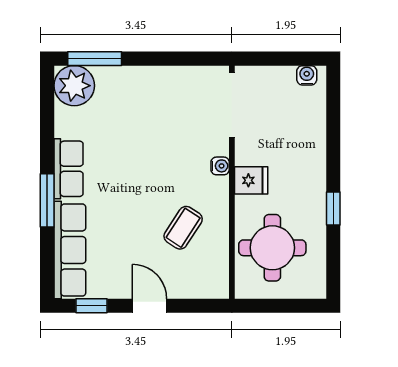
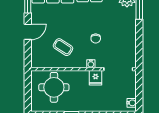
chair: (164, 155) -> (96, 38), added
fridge: (251, 180) -> (96, 78), moved

